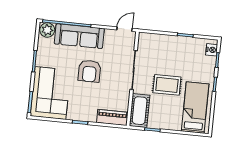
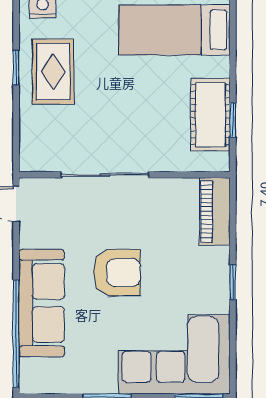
plant: (47, 30) -> (35, 375), removed
rug: (167, 85) -> (53, 72), moved
cot: (140, 111) -> (211, 115), moved, turned 90

